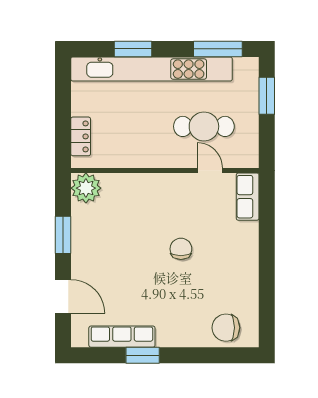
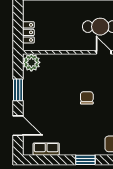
row of seats: (122, 337) -> (46, 149), width x0.68
window: (143, 355) -> (85, 160), moved

